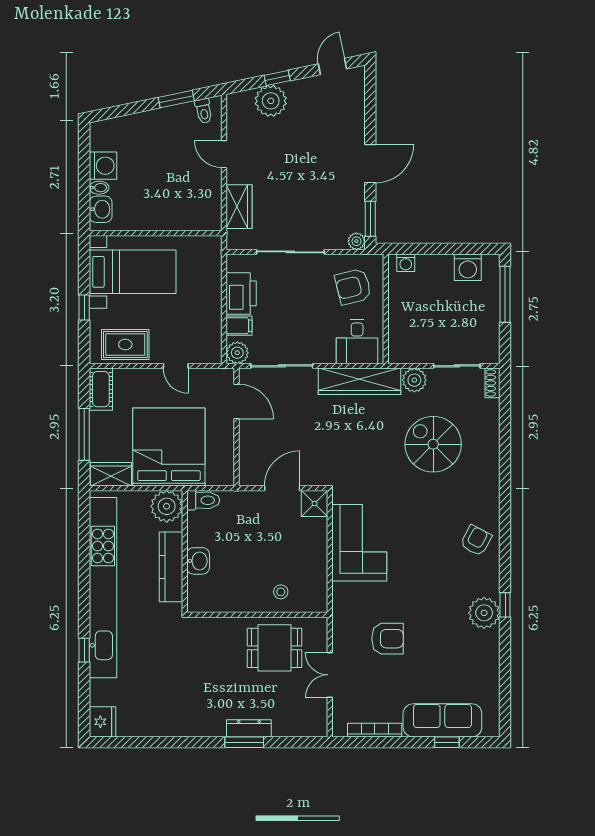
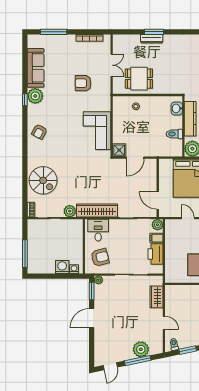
window: (277, 78) -> (138, 361), width x2.17
washing machine: (468, 267) -> (62, 267), moved
spiral stairs: (433, 444) -> (43, 180), moved
toilet: (203, 500) -> (174, 134), moved
washbasin: (198, 561) -> (177, 108), moved
sofa: (442, 720) -> (36, 68), moved, turned -90
window: (447, 742) -> (54, 32), width x2.17

